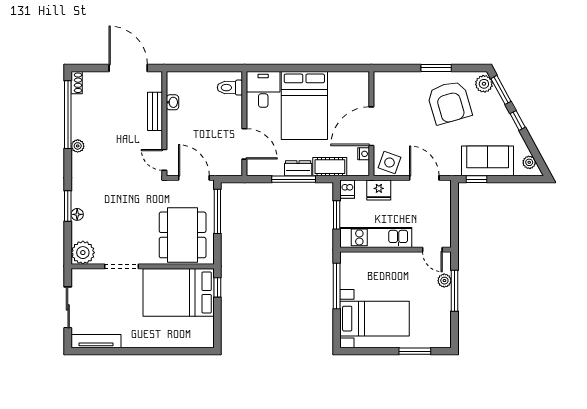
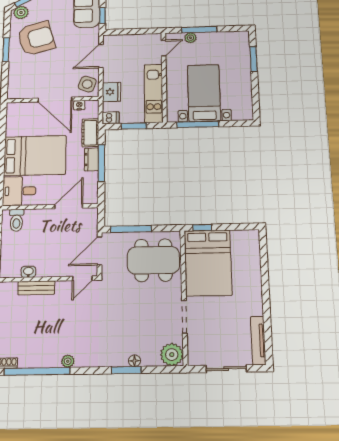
bed with nightstands: (375, 319) -> (204, 93), moved

